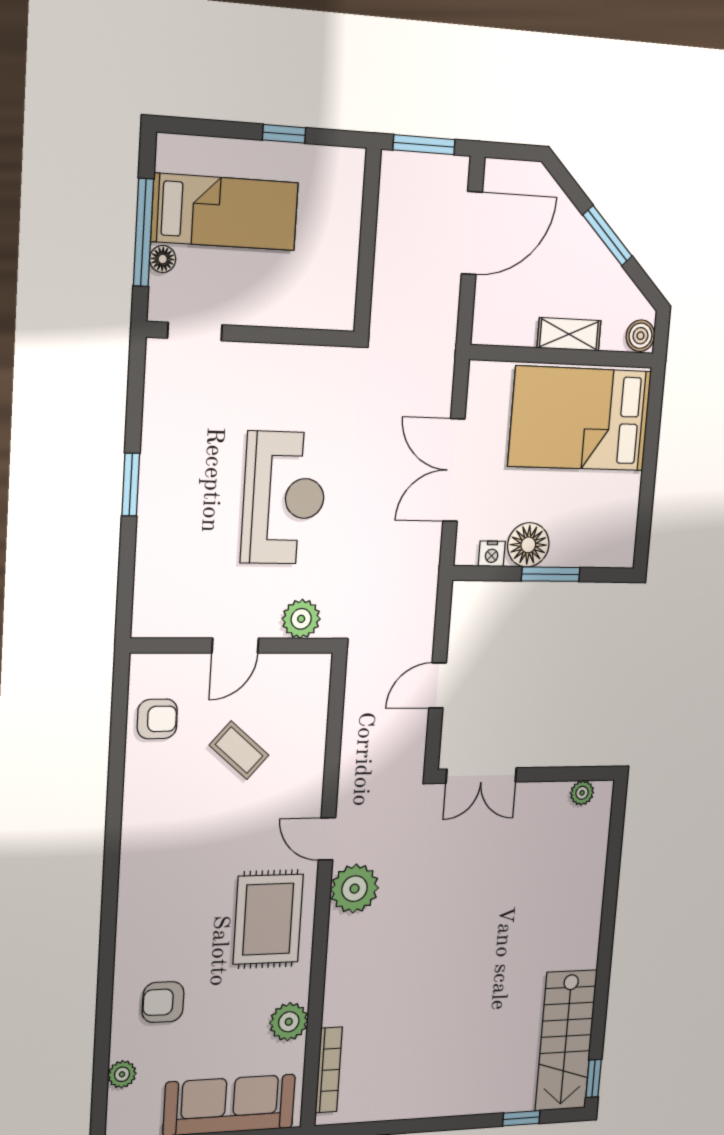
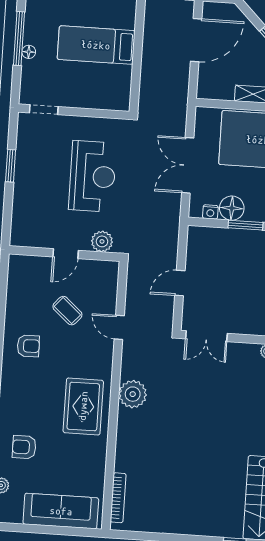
bed: (225, 212) -> (96, 45), moved, turned 180
doorway: (195, 331) -> (44, 110), moved
wall: (252, 334) -> (74, 112), moved
armchair: (157, 719) -> (28, 346), moved
door: (327, 839) -> (119, 327), moved
plant: (289, 1022) -> (95, 467), removed

